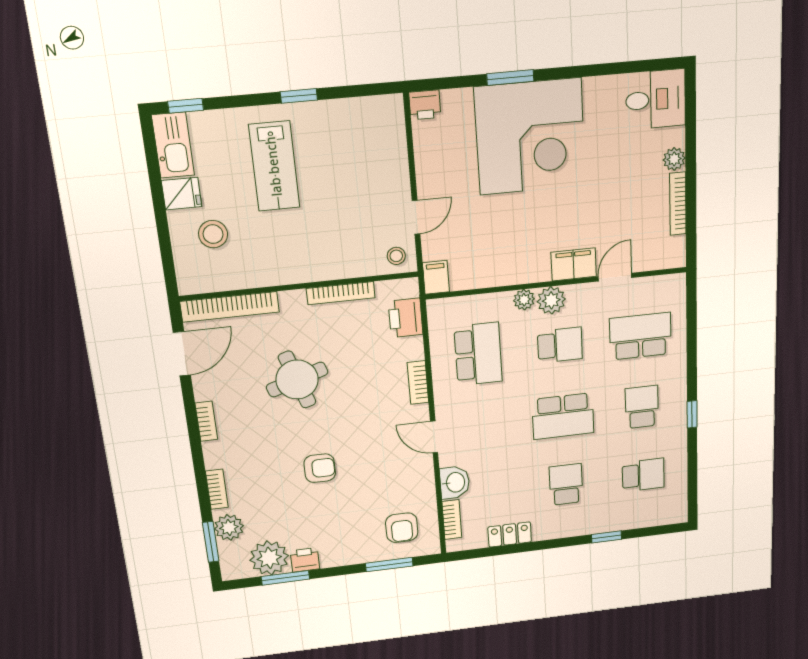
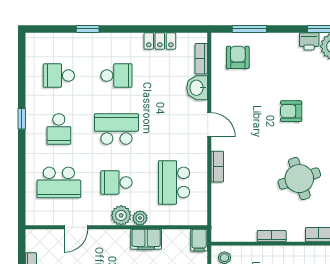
filing cabinet: (574, 264) -> (146, 239), moved
bookcase: (341, 293) -> (272, 236), width x0.64
printer: (406, 318) -> (222, 214), removed
school desk: (566, 484) -> (116, 76), turned -90

